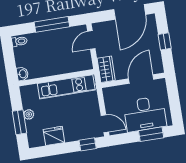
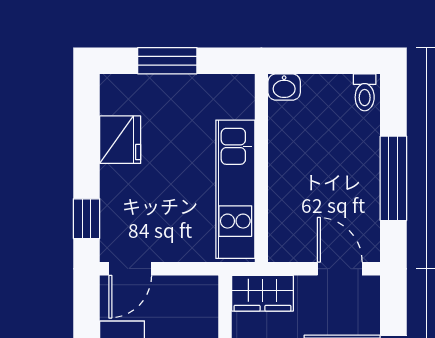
plant: (29, 114) -> (183, 87), removed

